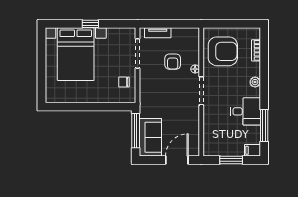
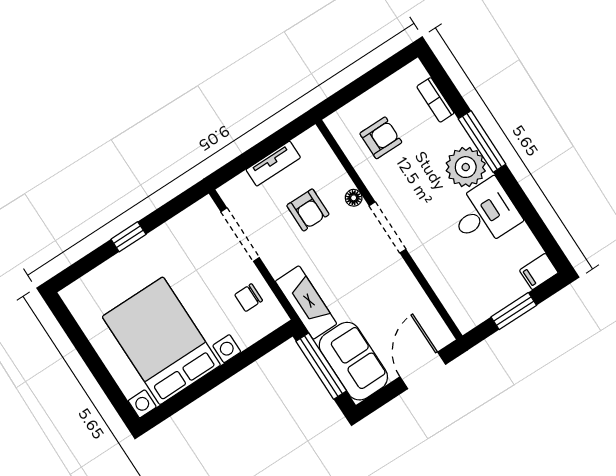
tv unit: (158, 33) -> (273, 164), moved
armchair: (223, 51) -> (381, 138), width x0.53, depth x0.53
bed with nightstands: (76, 54) -> (161, 341), moved, turned 180
plant: (255, 82) -> (466, 167), width x1.87, depth x1.87
fireplace: (147, 100) -> (306, 302), added
window: (264, 126) -> (482, 142), moved

